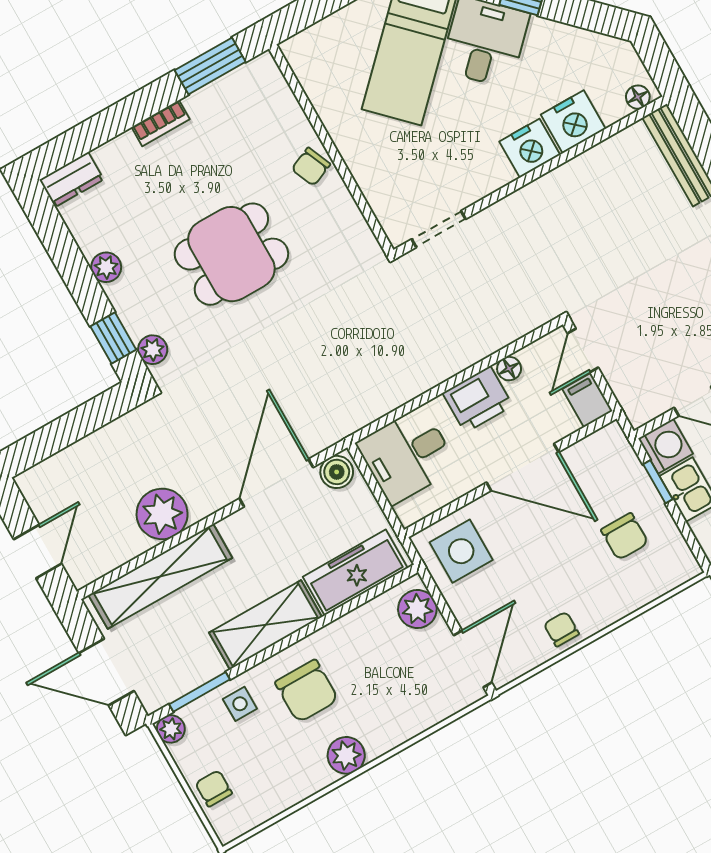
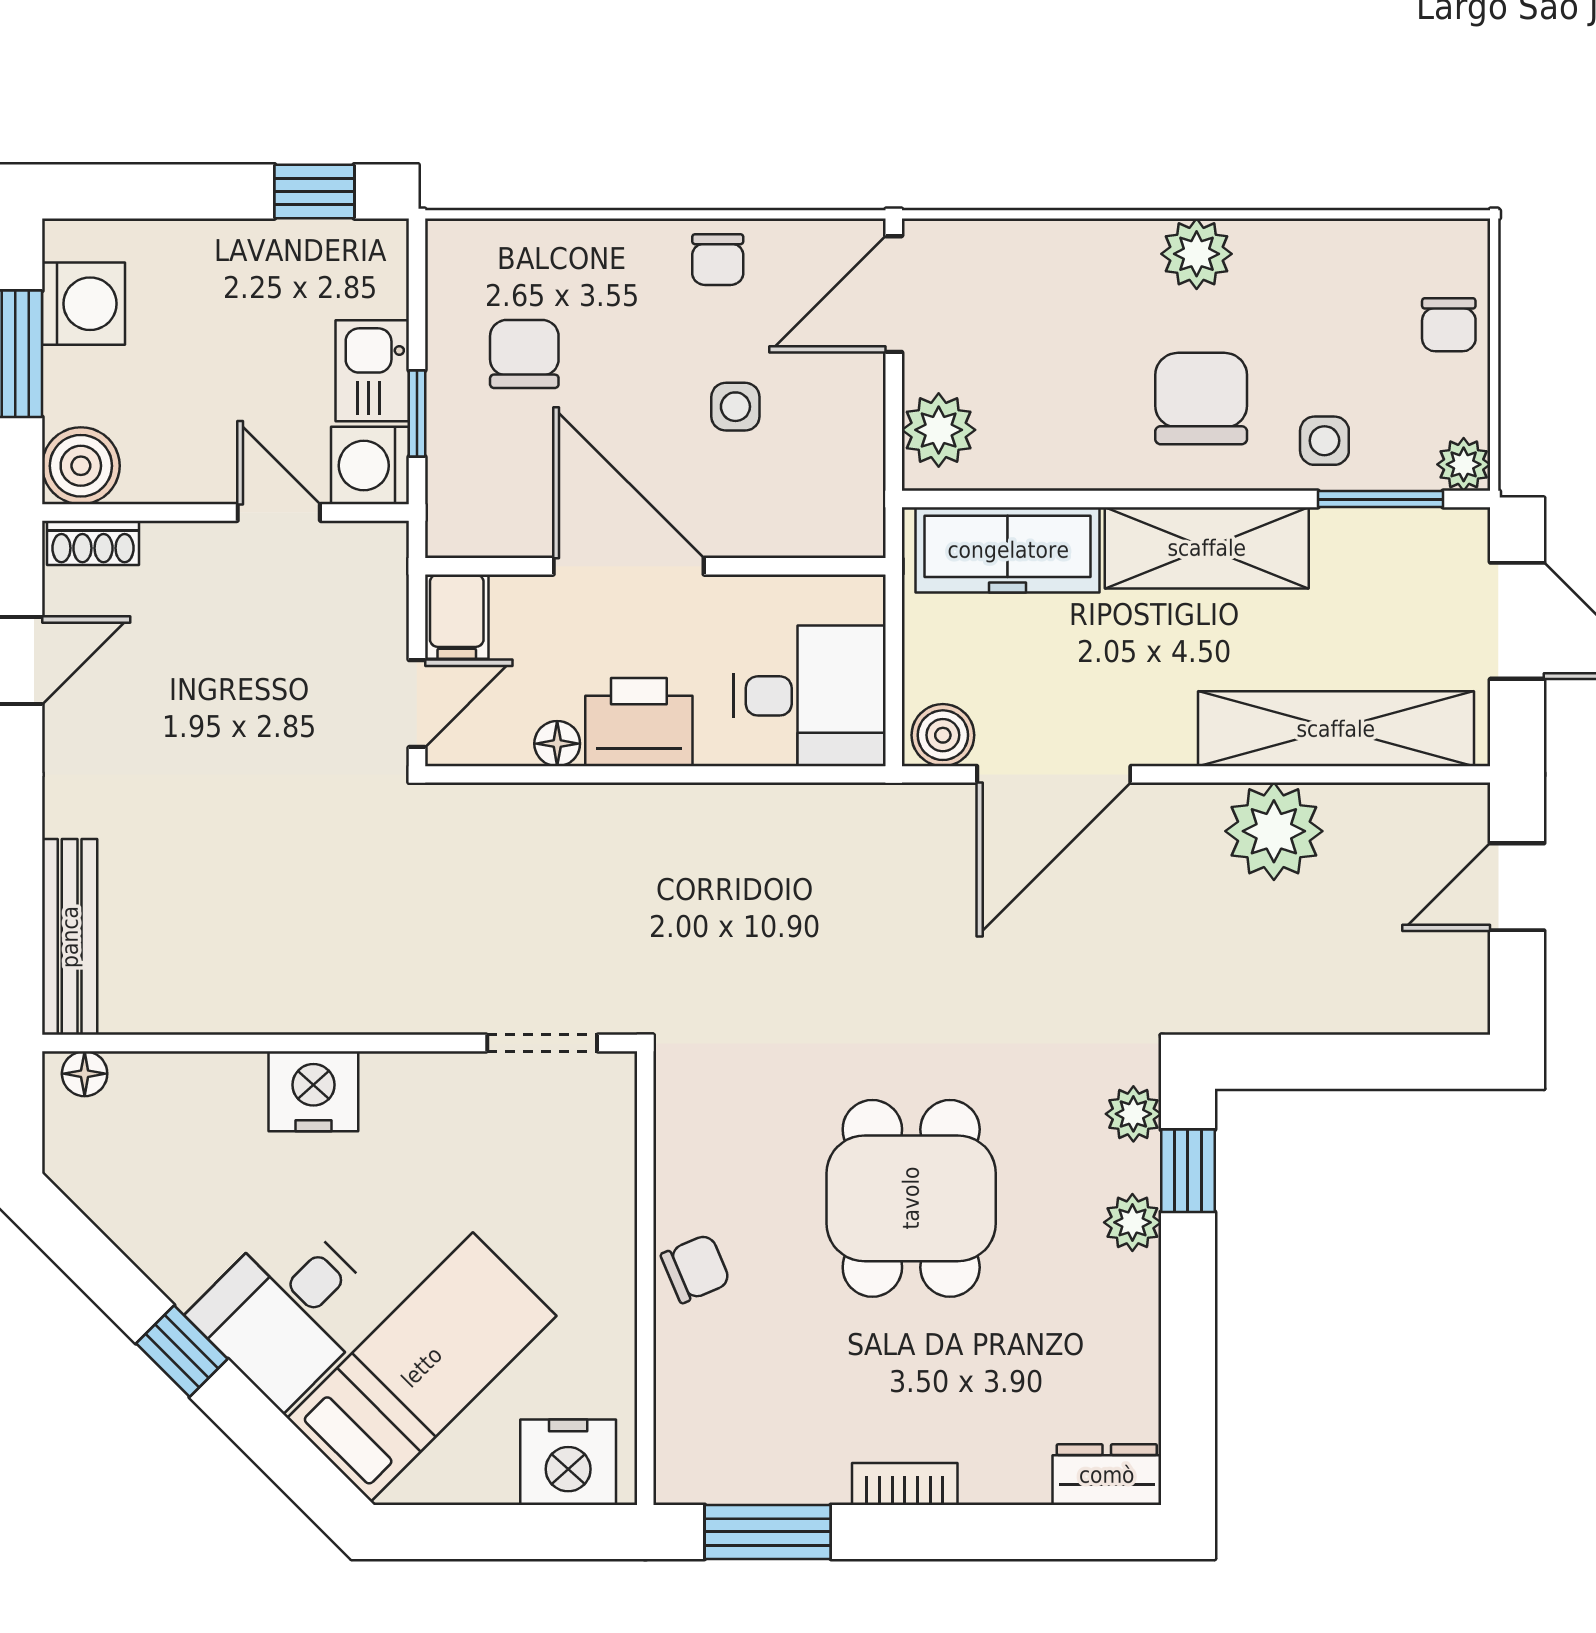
nightstand: (573, 122) -> (568, 1462), moved, turned 180
dining table: (231, 254) -> (911, 1198), turned 90
plant: (106, 267) -> (1132, 1222), moved
side table: (461, 551) -> (735, 407), moved, width x0.54, depth x0.54

